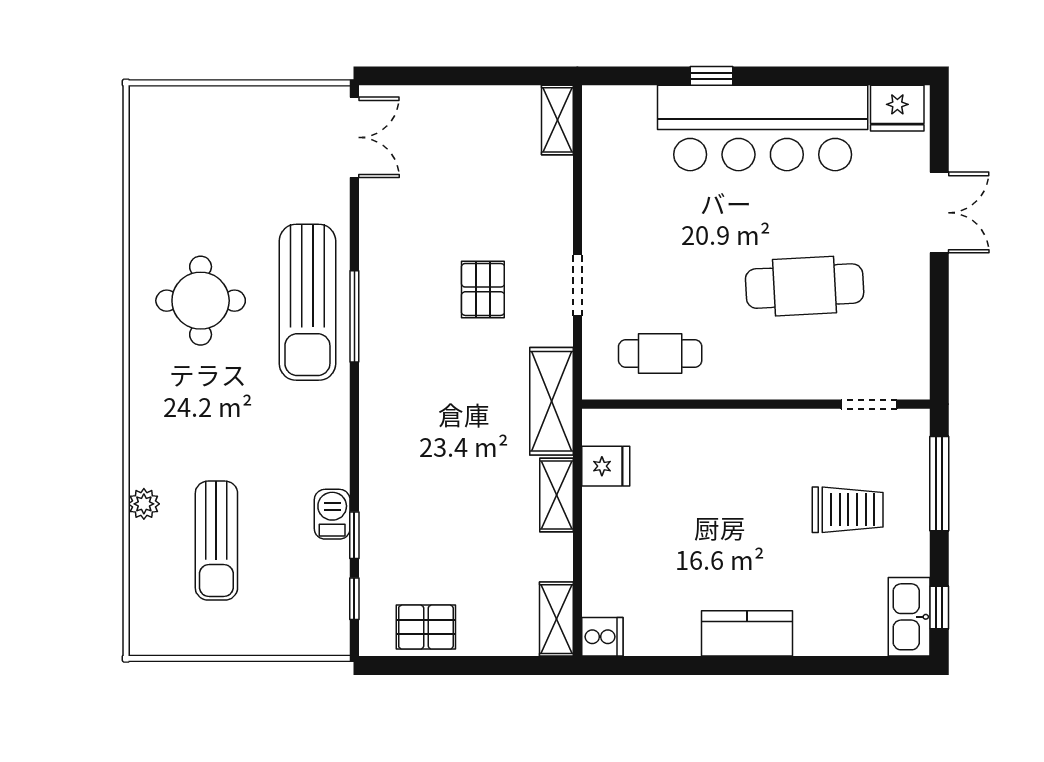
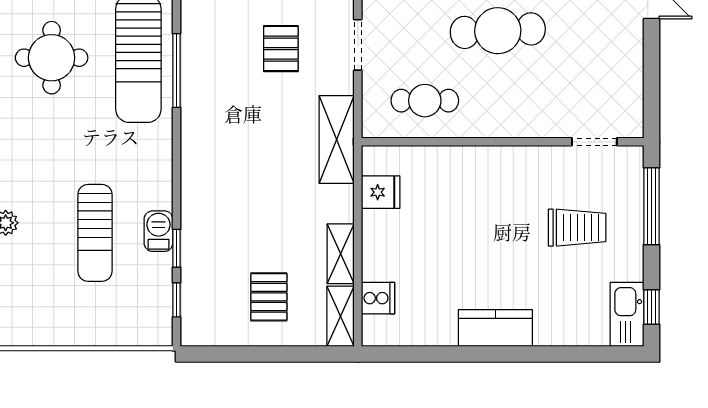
cafe table: (805, 286) -> (498, 31), moved
shelving: (556, 495) -> (341, 254), moved
sun lounger: (216, 541) -> (95, 233), moved
pallet: (426, 627) -> (269, 297), moved, turned 90
cooker: (602, 637) -> (378, 298), moved

